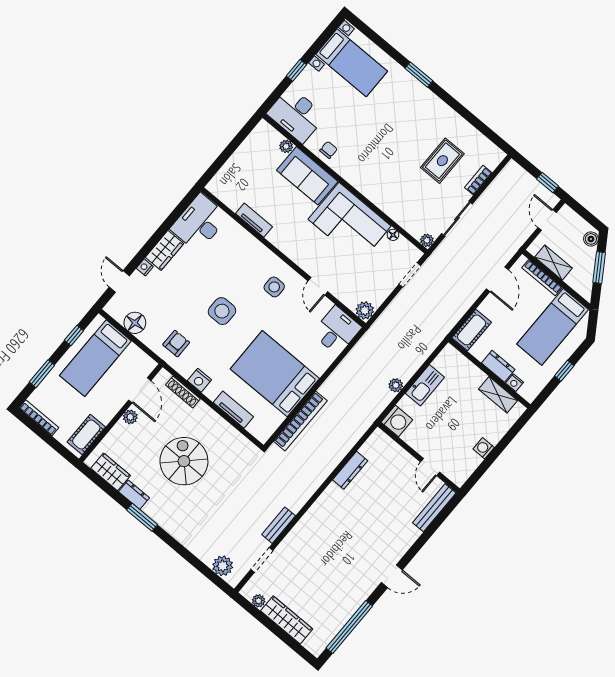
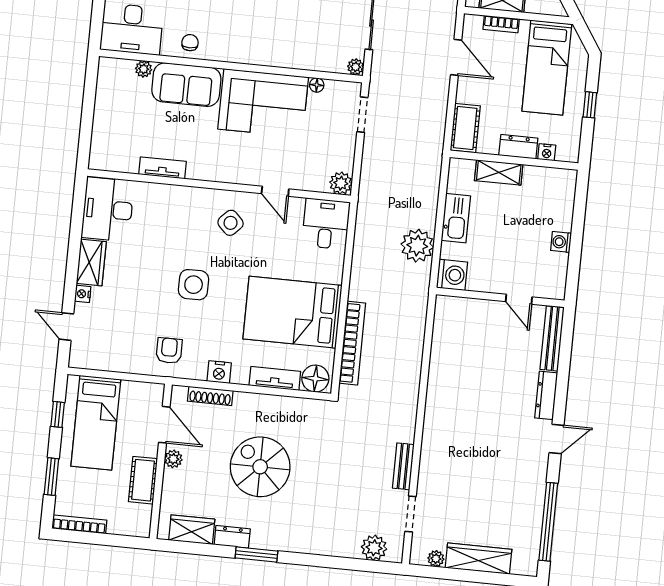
bookcase: (542, 278) -> (501, 24), width x0.64
side table: (274, 287) -> (231, 223), turned 45
floor lamp: (135, 323) -> (315, 379), moved
plant: (396, 385) -> (417, 246), width x1.87, depth x1.87
shelving: (498, 395) -> (499, 172), moved
cot: (86, 434) -> (143, 480), moved
dresser: (350, 470) -> (546, 395), moved, turned 180

